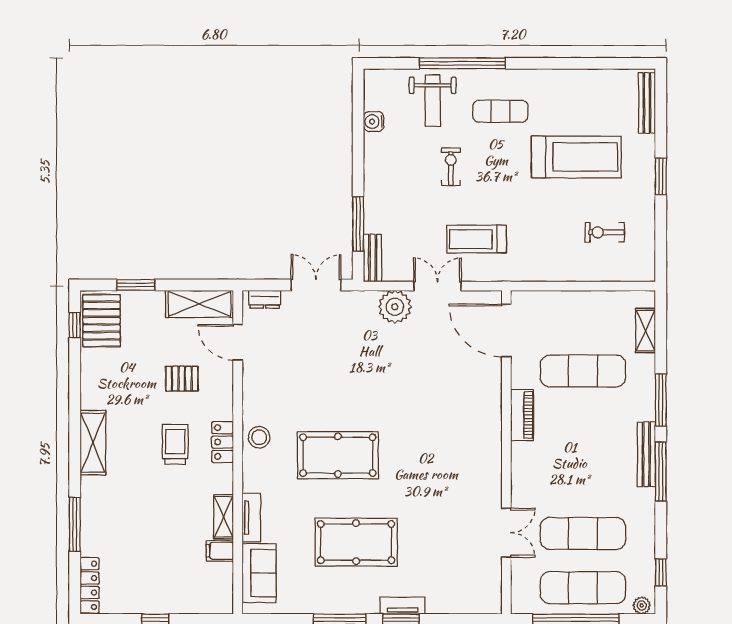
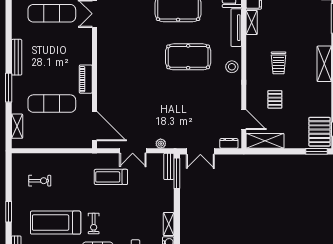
shelving: (373, 154) -> (169, 224), added
exercise bike: (451, 167) -> (94, 224), moved
window: (358, 224) -> (177, 173), moved
treadmill: (477, 239) -> (111, 177), turned 180
window: (136, 285) -> (317, 151), moved
plant: (395, 307) -> (161, 144), width x0.53, depth x0.53
pallet: (182, 379) -> (275, 99), turned 90
locker: (223, 442) -> (252, 64), removed
window: (661, 472) -> (9, 48), removed
tv unit: (251, 518) -> (236, 28), width x1.41

